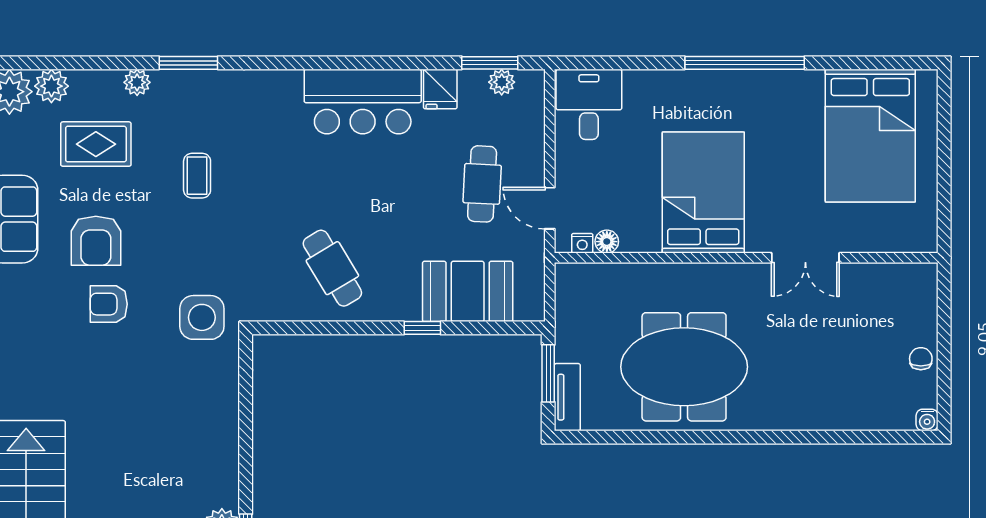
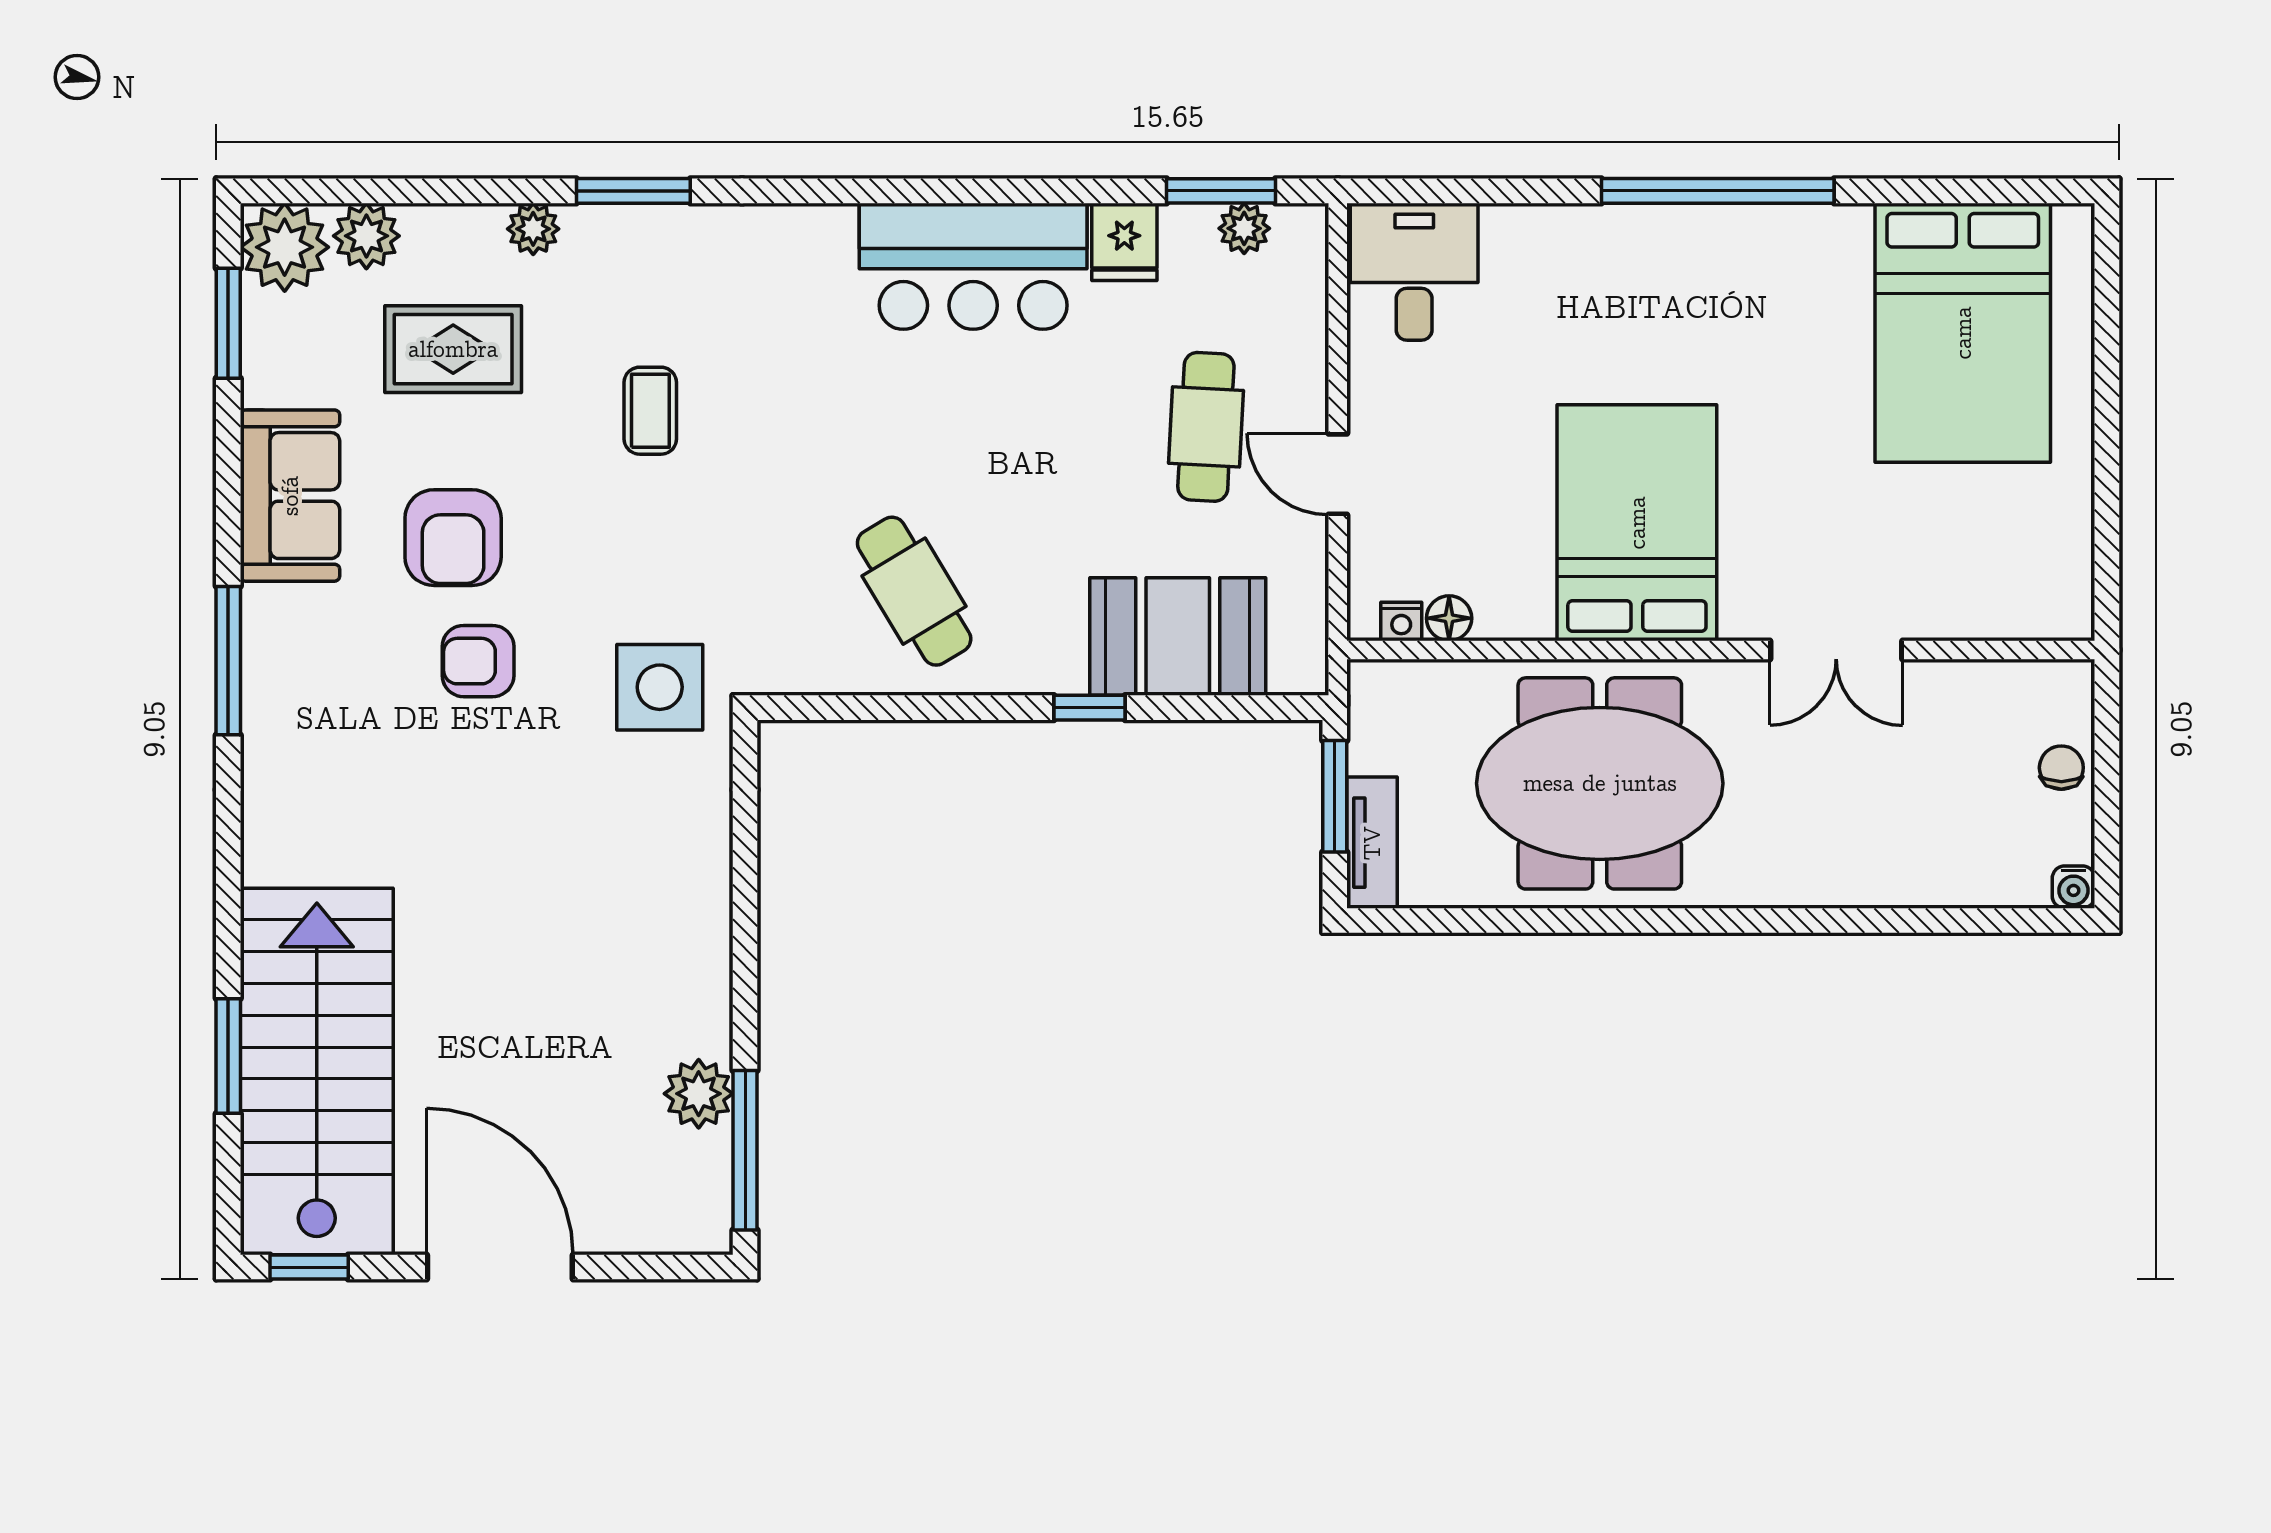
bed: (703, 193) -> (1637, 523), moved
floor lamp: (607, 242) -> (1449, 618), moved
nightstand: (582, 243) -> (1401, 621), moved
wall: (746, 258) -> (1721, 650), moved
double door: (805, 258) -> (1836, 650), moved

